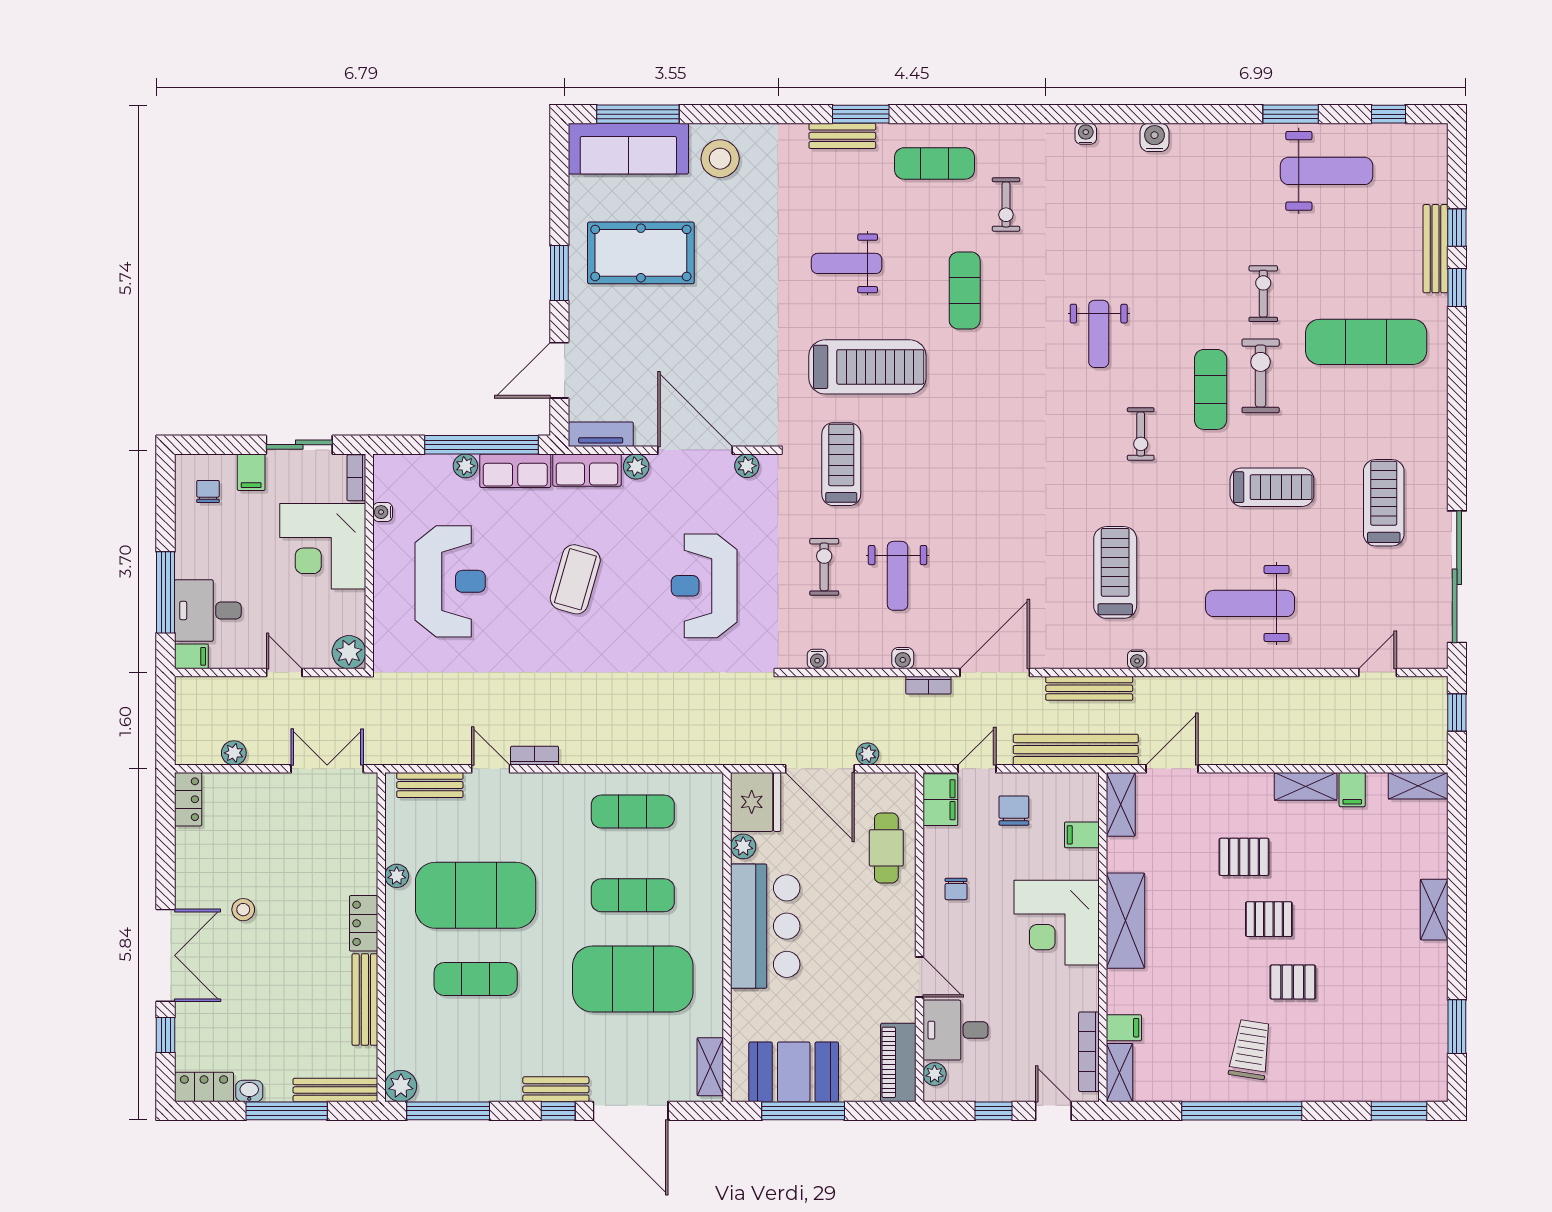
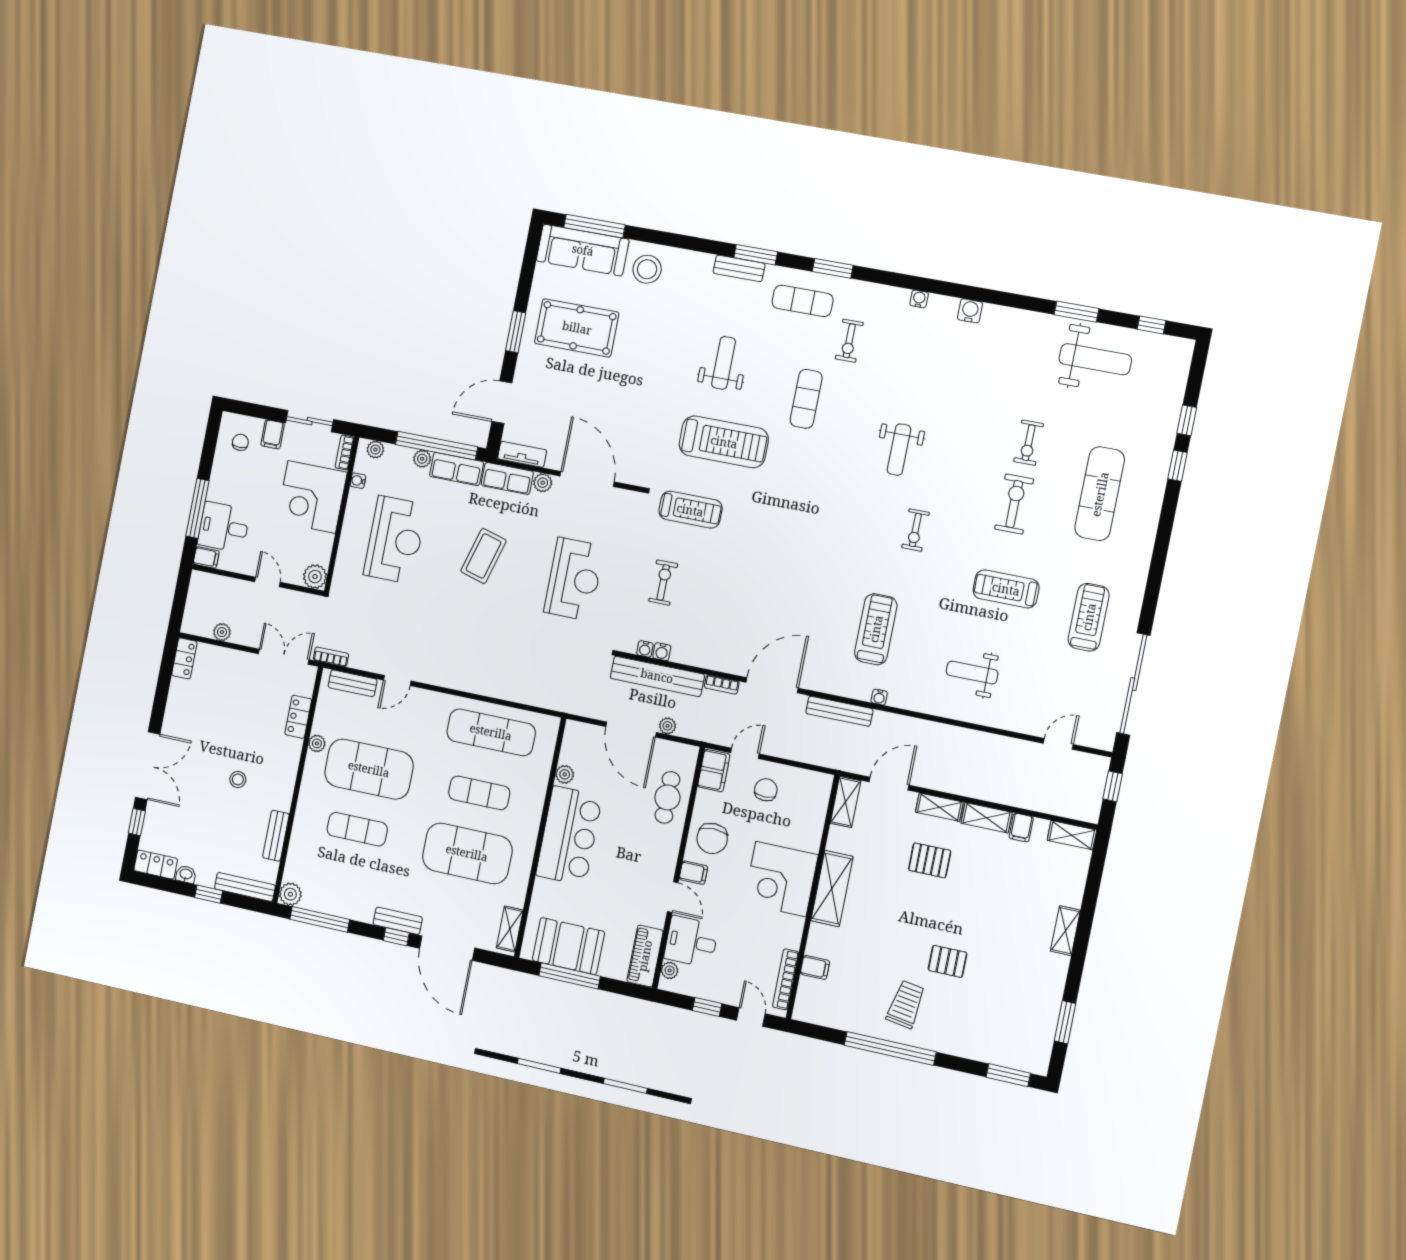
window: (966, 114) -> (833, 268), added
bench: (1435, 249) -> (1167, 433), removed
weight bench: (847, 263) -> (724, 363), turned 90
exercise bike: (1263, 294) -> (1029, 443), turned 180
exercise mat: (1366, 342) -> (1100, 494), turned 90
exercise mat: (1211, 389) -> (974, 507), removed
treadmill: (841, 464) -> (690, 510), turned 90
plant: (747, 466) -> (375, 450), moved
treadmill: (1272, 487) -> (1006, 589), turned 180
weight bench: (898, 576) -> (715, 600), removed
reception desk: (704, 586) -> (574, 579), turned 180
weight bench: (1250, 603) -> (972, 673), width x0.73, depth x0.75
water cooler: (903, 658) -> (662, 652), moved
bench: (1076, 750) -> (657, 676), moved
bookcase: (535, 756) -> (331, 657), moved
door: (491, 769) -> (397, 681), swing flipped
fridge: (756, 802) -> (580, 744), removed
exercise mat: (633, 812) -> (491, 732), width x1.36, depth x1.45
filing cabinet: (1082, 835) -> (693, 873), moved, turned 180
chair: (956, 889) -> (712, 838), width x1.87, depth x1.87
stool: (243, 910) -> (238, 779), moved
pallet: (1269, 919) -> (939, 911), removed
locker: (364, 923) -> (298, 717), moved
bench: (365, 1000) -> (276, 836), width x0.73
shelving: (1120, 1073) -> (939, 807), moved, turned 90
window: (287, 1111) -> (209, 894), width x0.46

